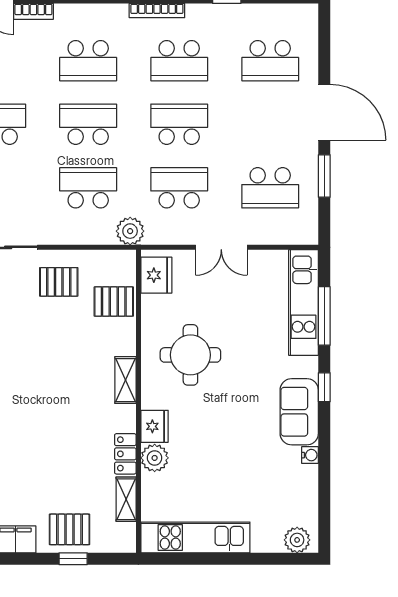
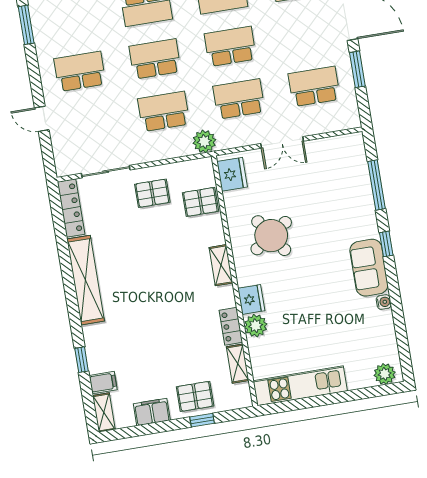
school desk: (270, 188) -> (314, 86), turned 180
kitchen unit: (303, 303) -> (357, 177), removed
round table: (190, 355) -> (271, 236), turned -34

